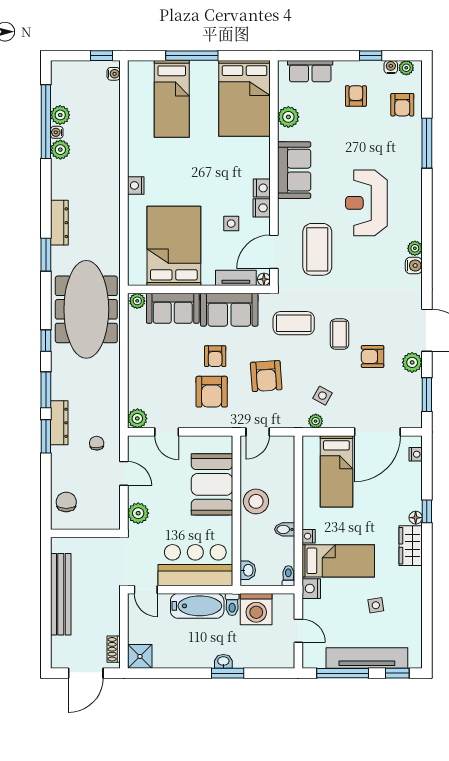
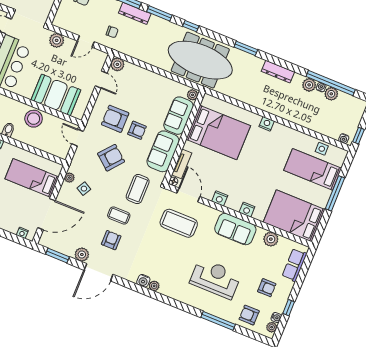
nightstand: (262, 188) -> (247, 210), moved
reception desk: (366, 203) -> (215, 279), moved
dresser: (59, 223) -> (278, 72), moved
side table: (231, 224) -> (322, 149), moved
armchair: (215, 356) -> (137, 130), turned 180
armchair: (373, 357) -> (111, 240), moved
armchair: (266, 376) -> (111, 158), turned 134
door: (167, 432) -> (101, 80), swing flipped
door: (377, 432) -> (46, 214), swing flipped

